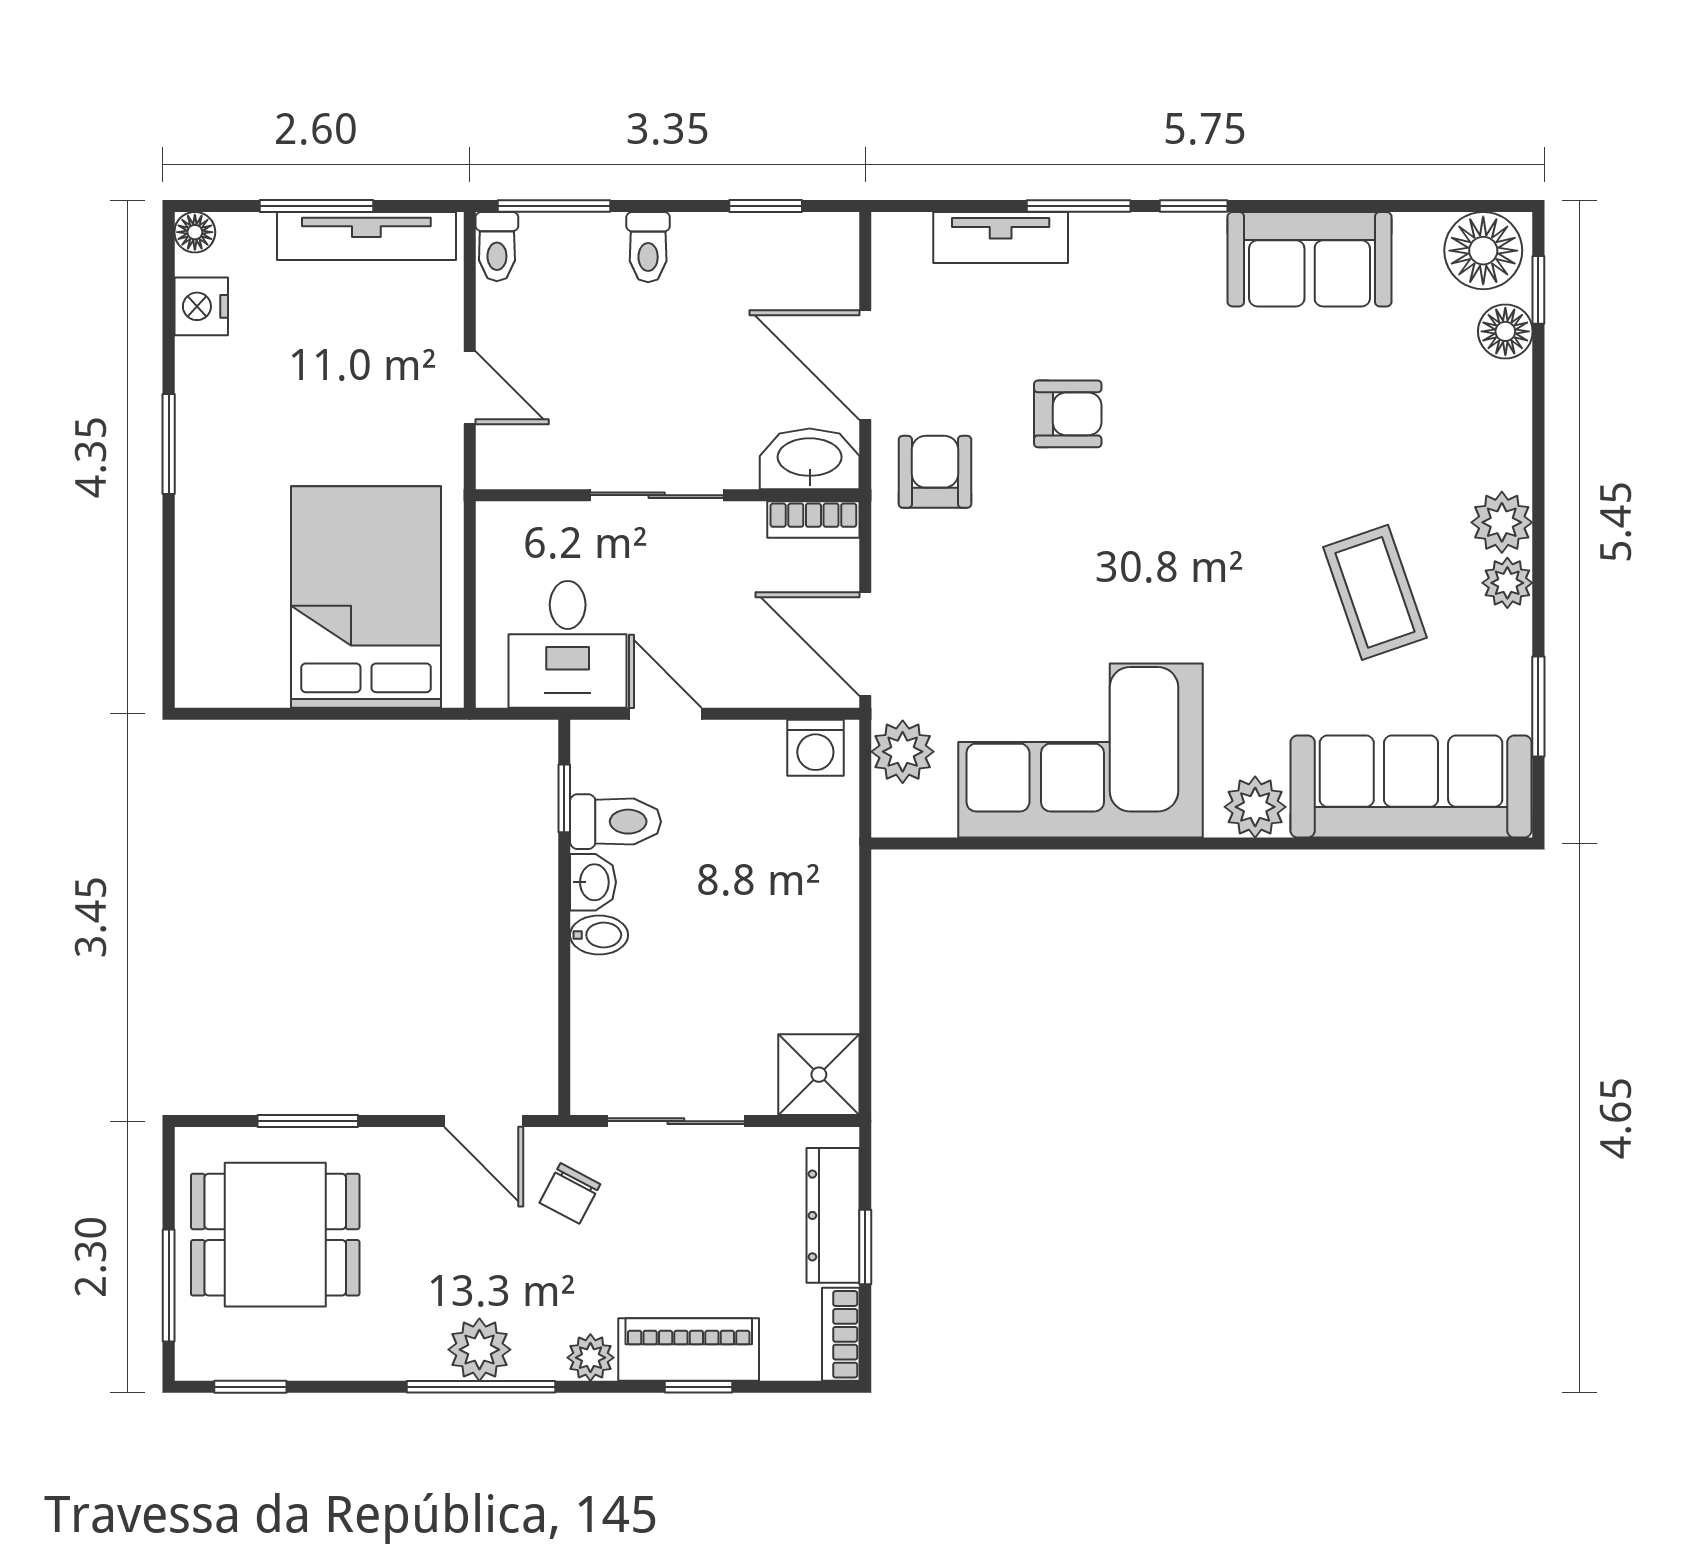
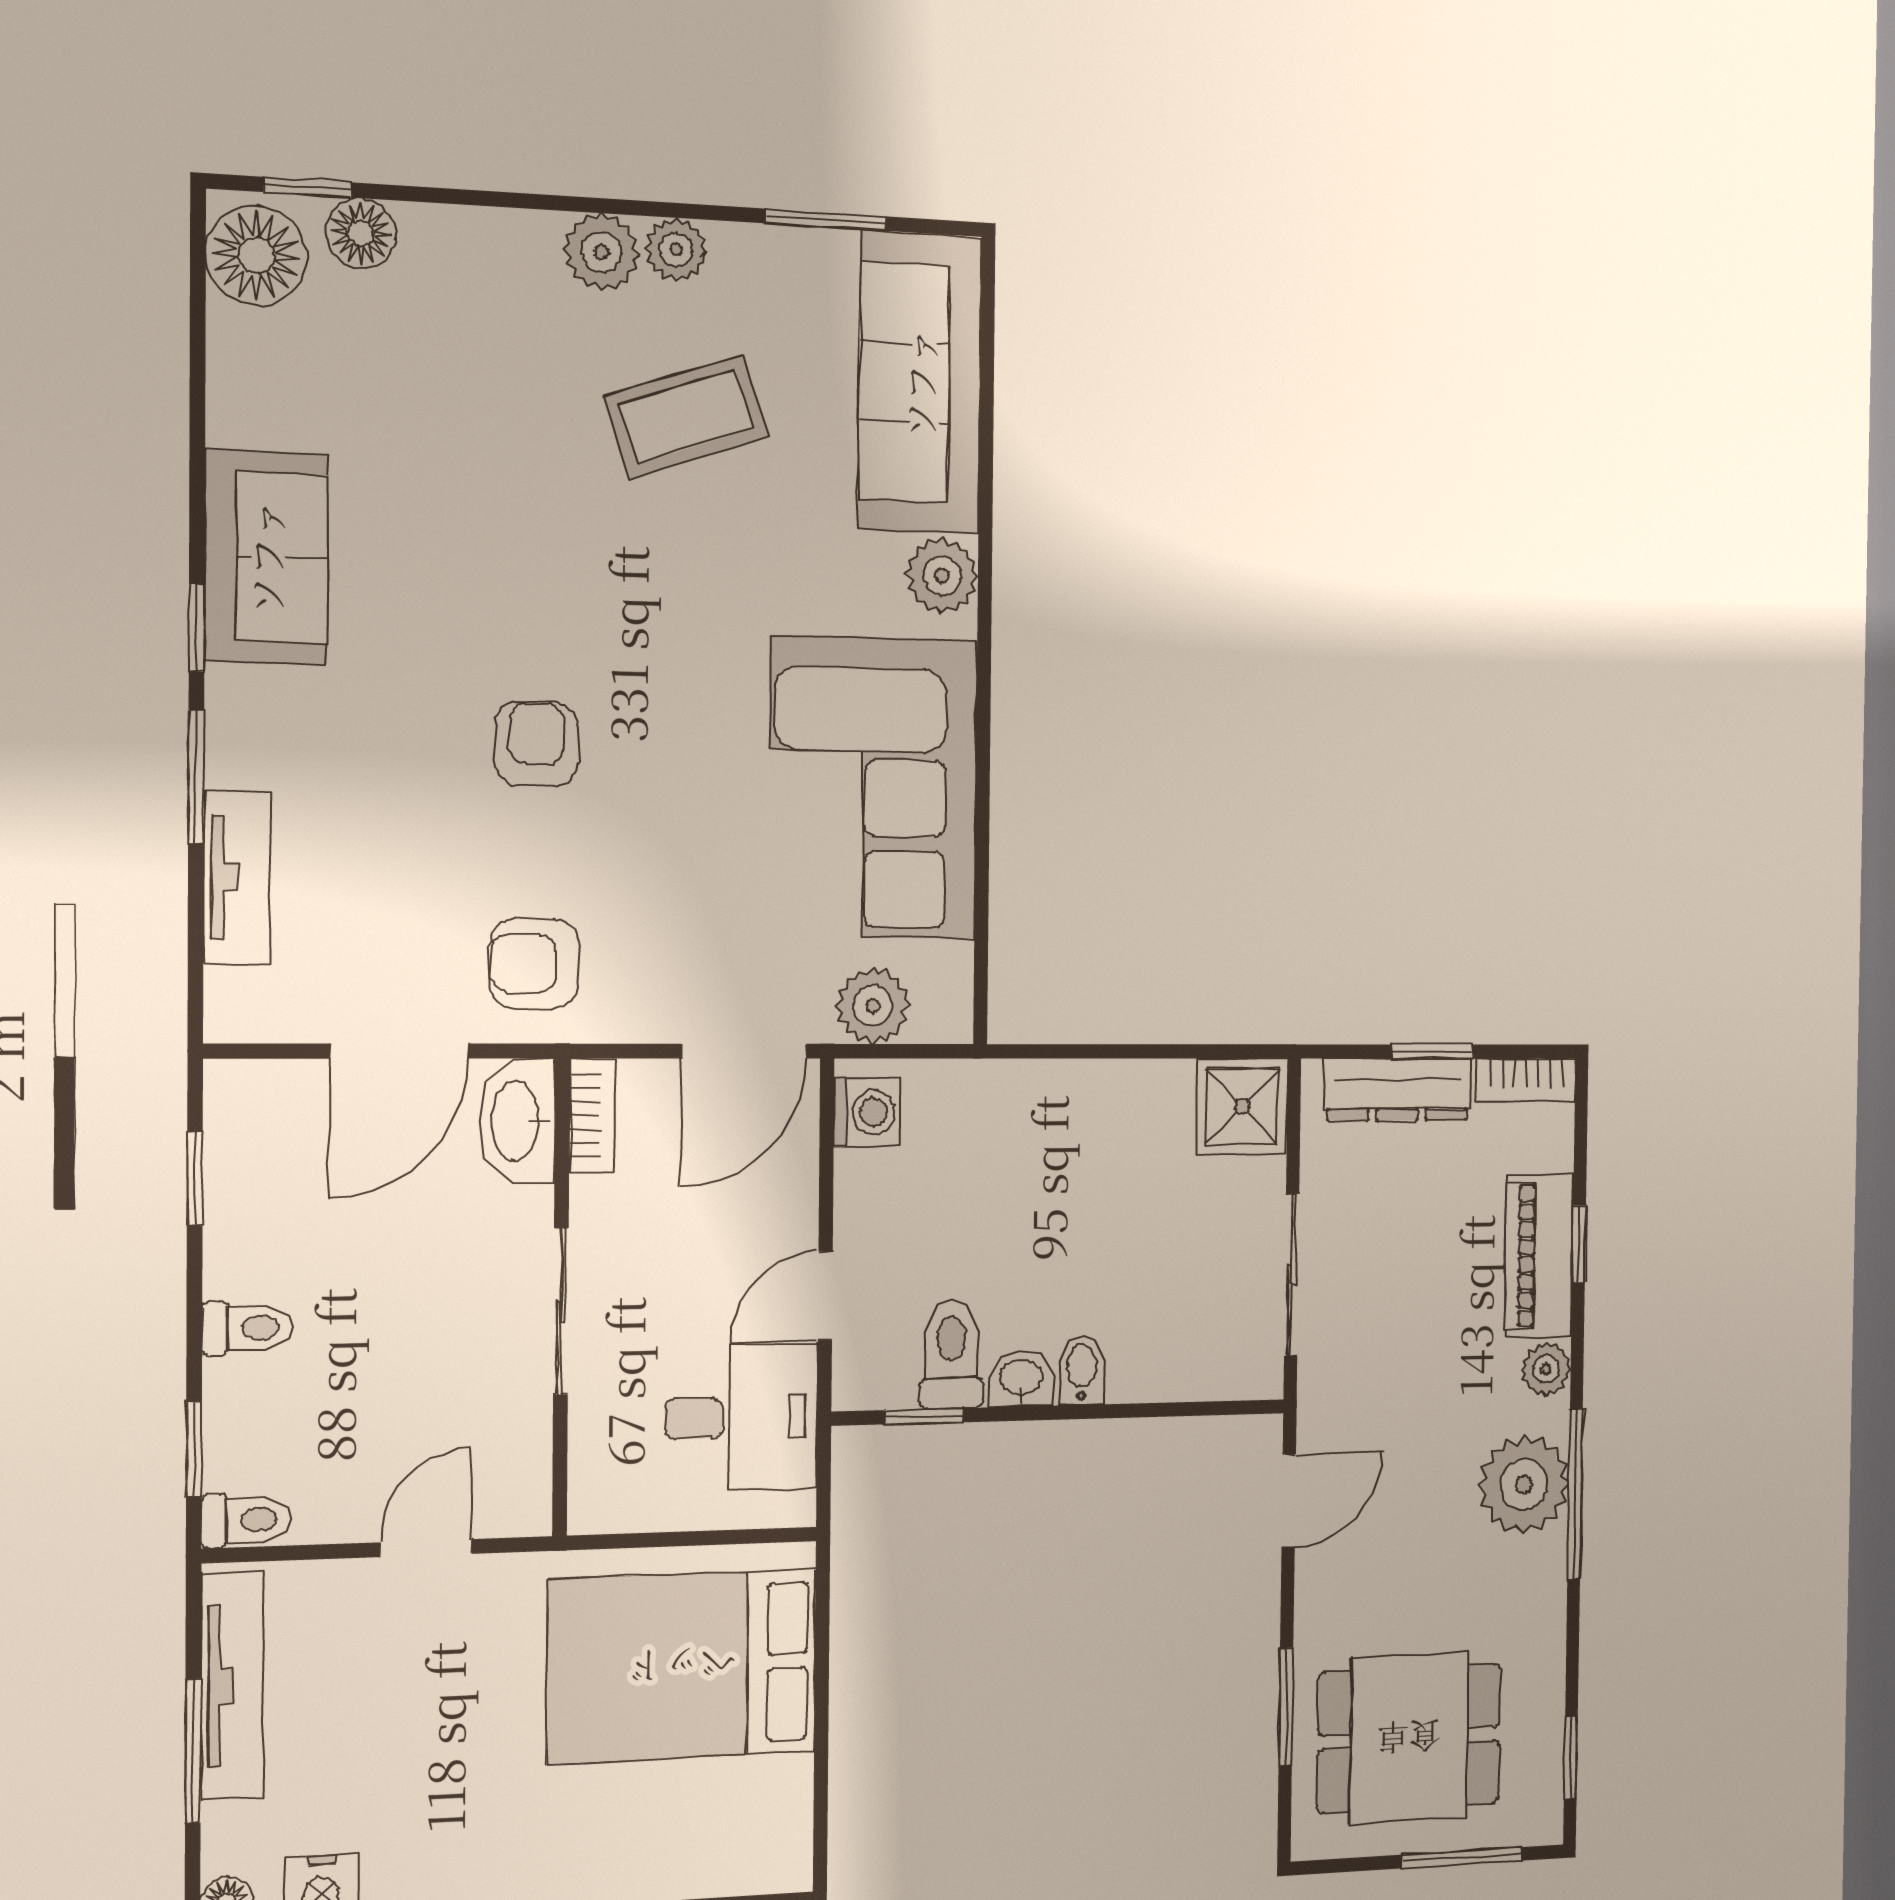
window: (554, 206) -> (194, 1449), width x0.67
sofa: (1310, 259) -> (266, 557), moved
armchair: (1068, 414) -> (536, 744), moved
chair: (570, 1193) -> (1369, 1397), removed
dining table: (275, 1235) -> (1409, 1738), turned 90
plant: (479, 1350) -> (1524, 1484), width x1.36, depth x1.36

